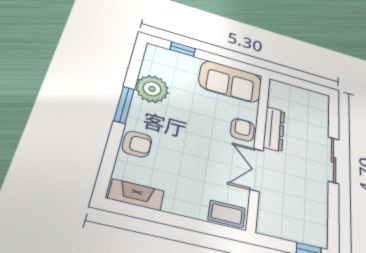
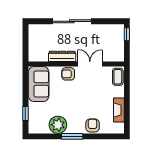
sliding door: (334, 160) -> (72, 21), width x1.37
double door: (257, 170) -> (90, 64), swing flipped
fireplace: (136, 195) -> (119, 110), moved

